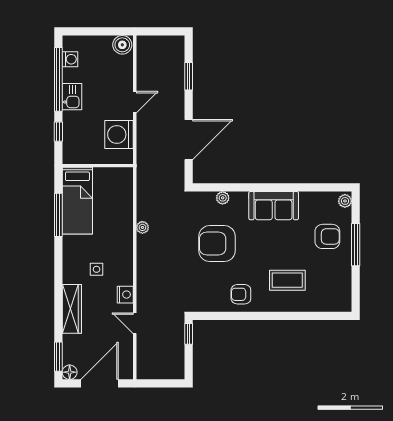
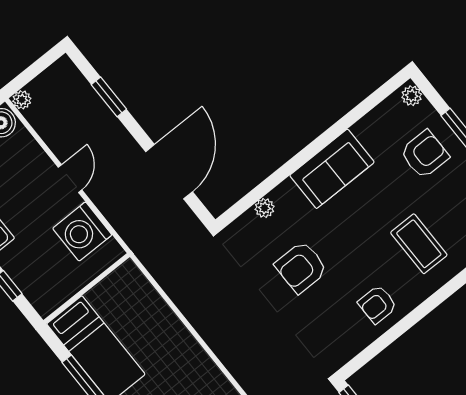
plant: (142, 227) -> (22, 100), moved
armchair: (217, 244) -> (301, 267), width x0.73, depth x0.73
coffee table: (287, 280) -> (419, 244), turned 90

